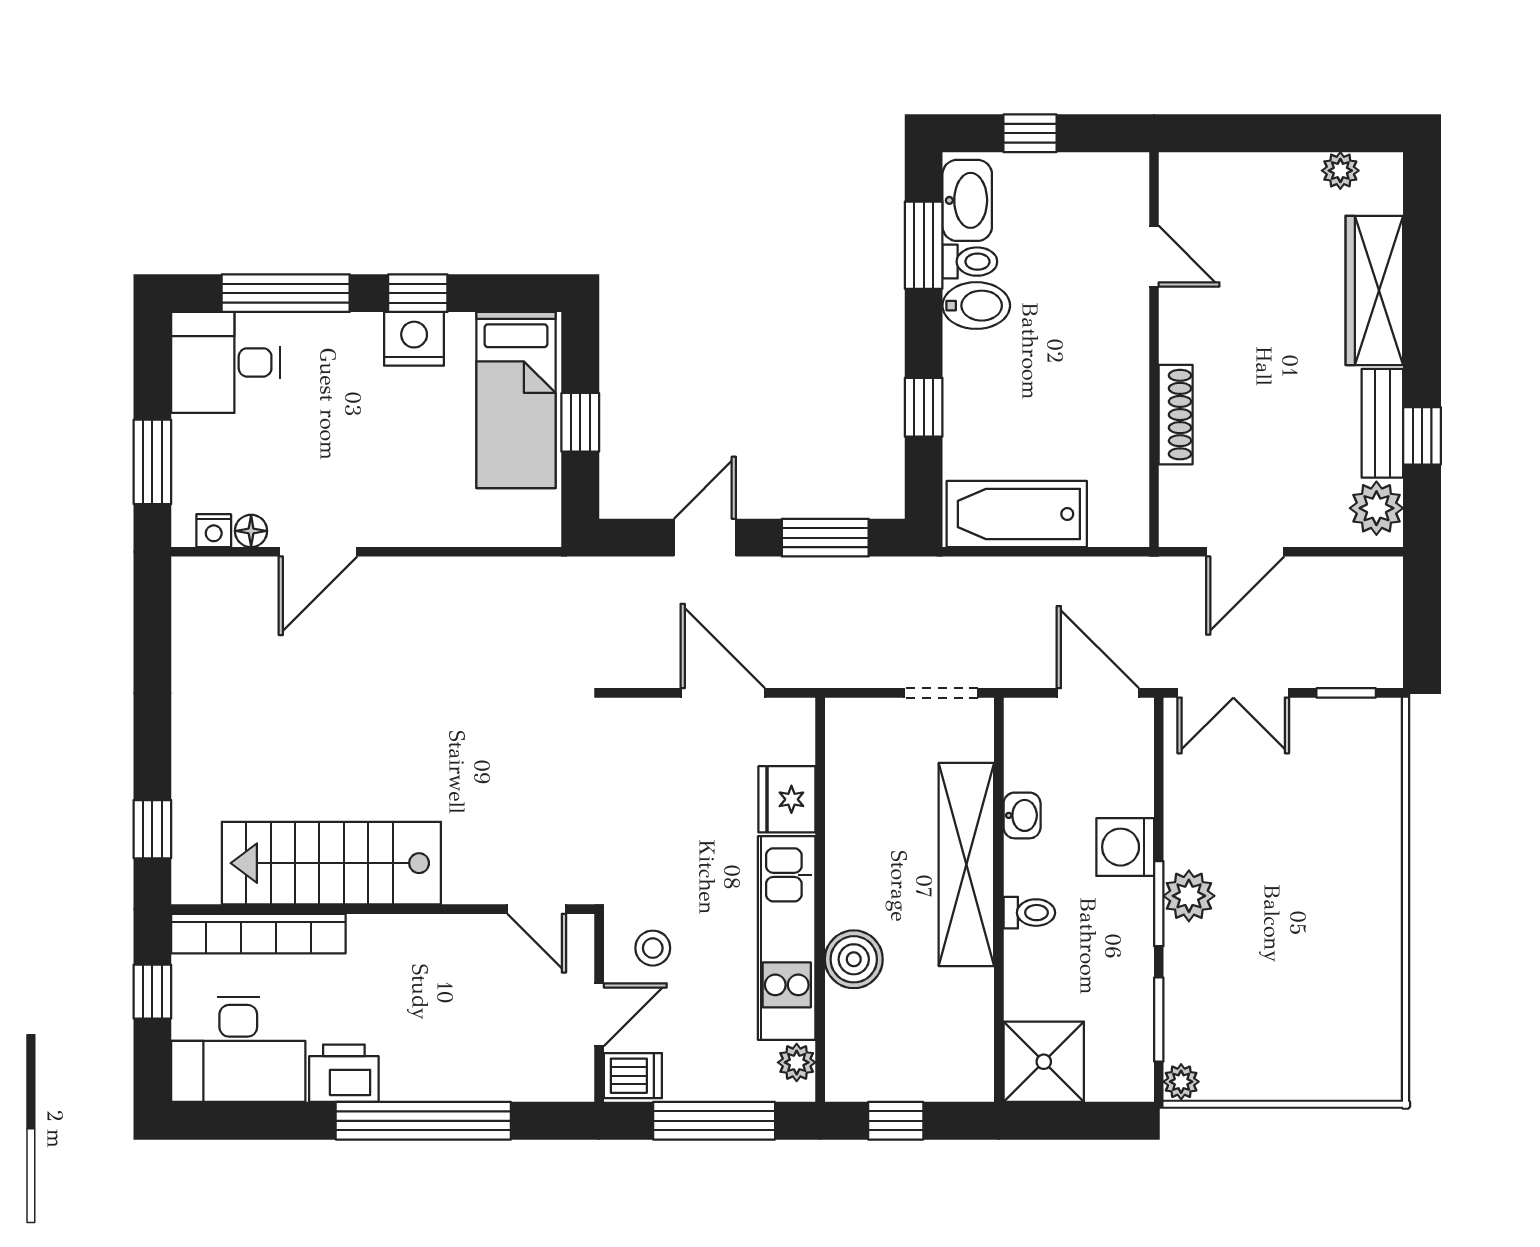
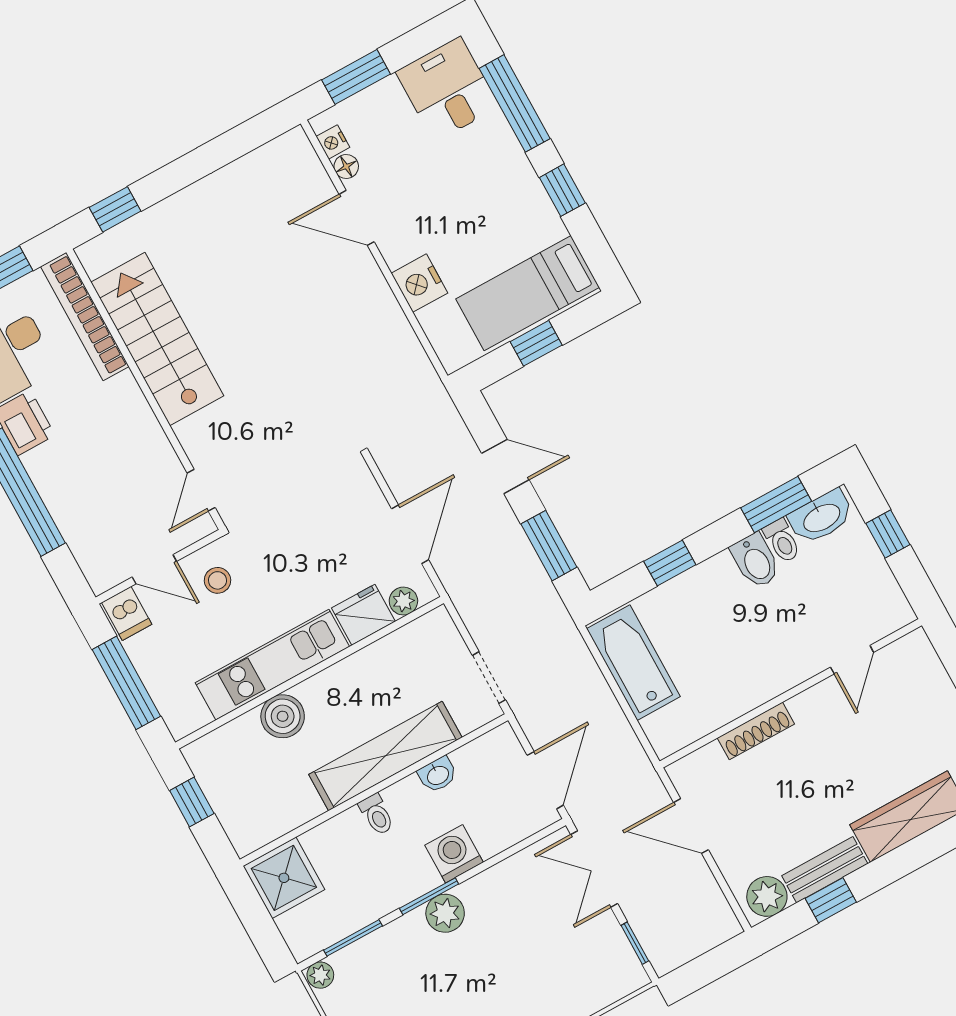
nightstand: (414, 339) -> (419, 283), moved, turned 180
plant: (797, 1062) -> (403, 601), moved

